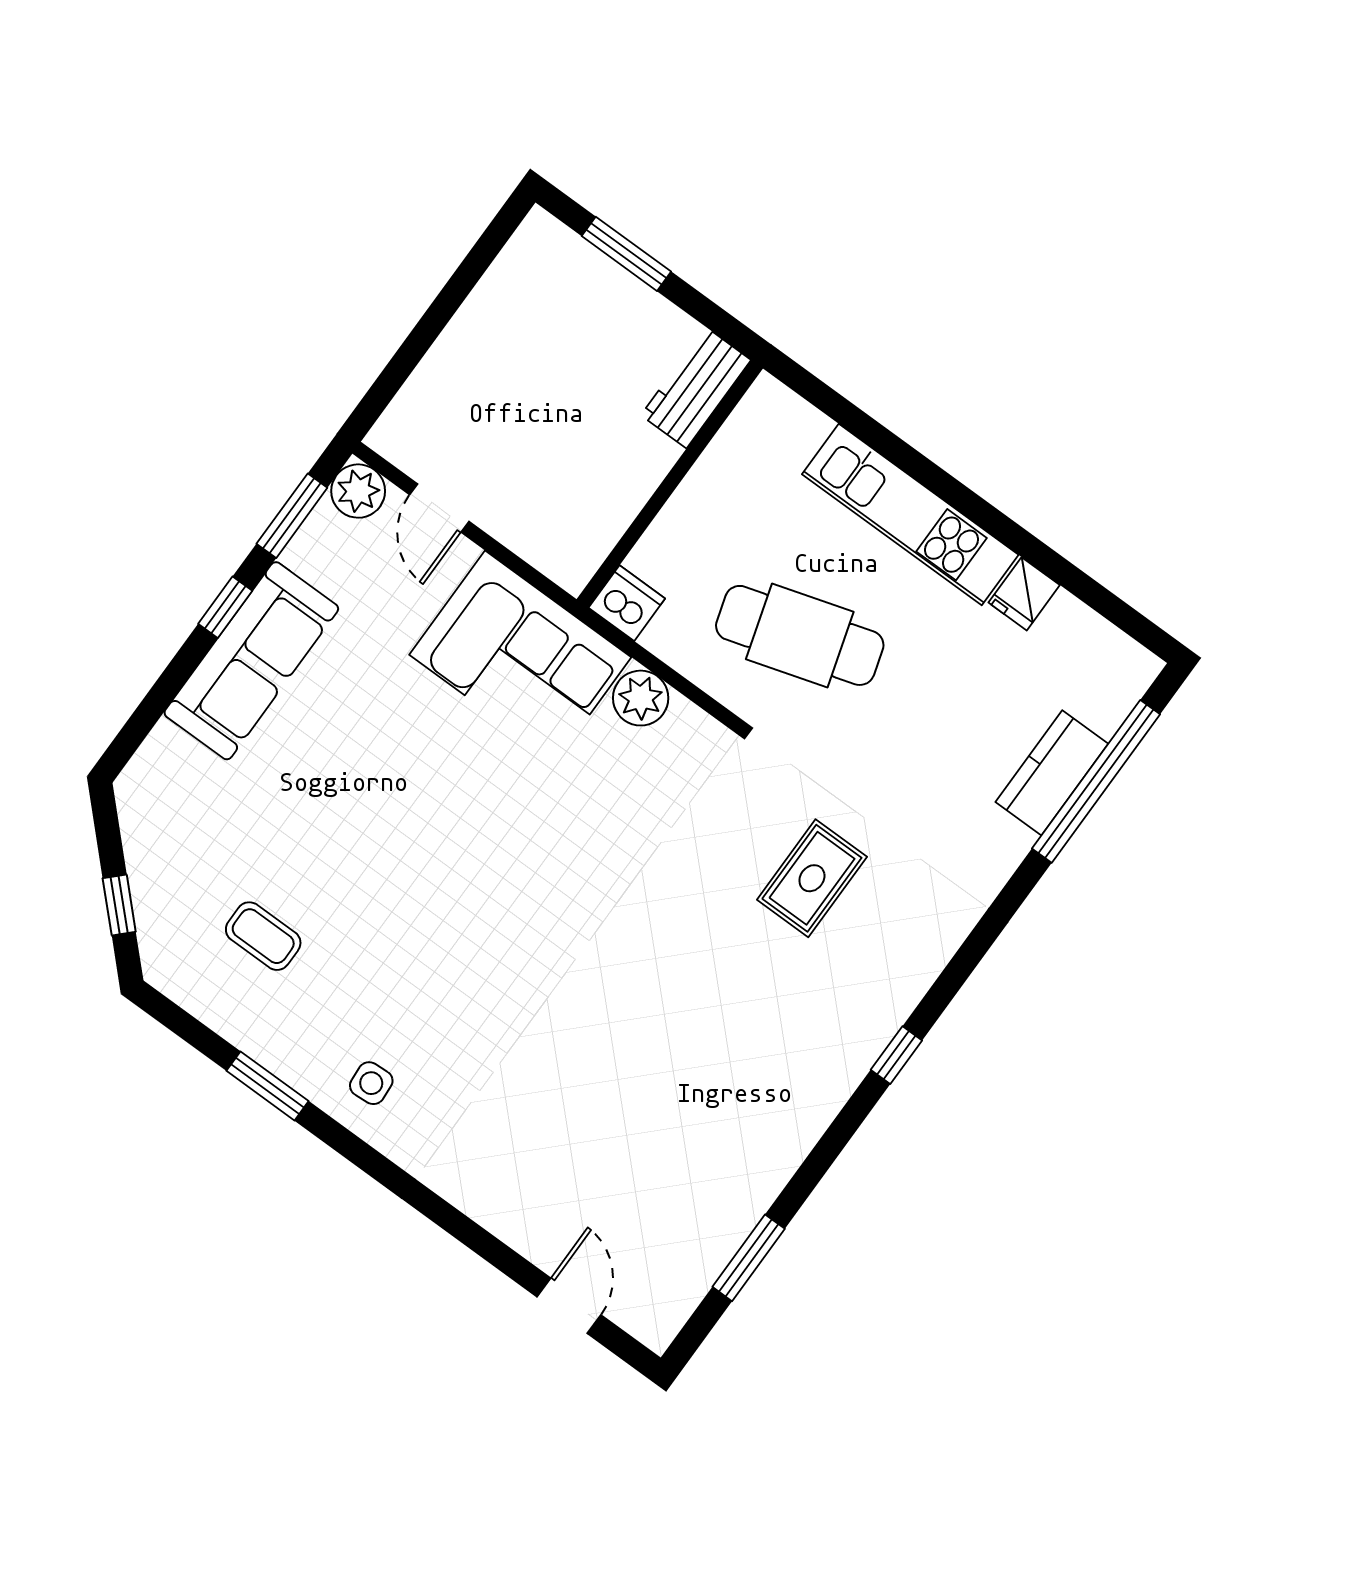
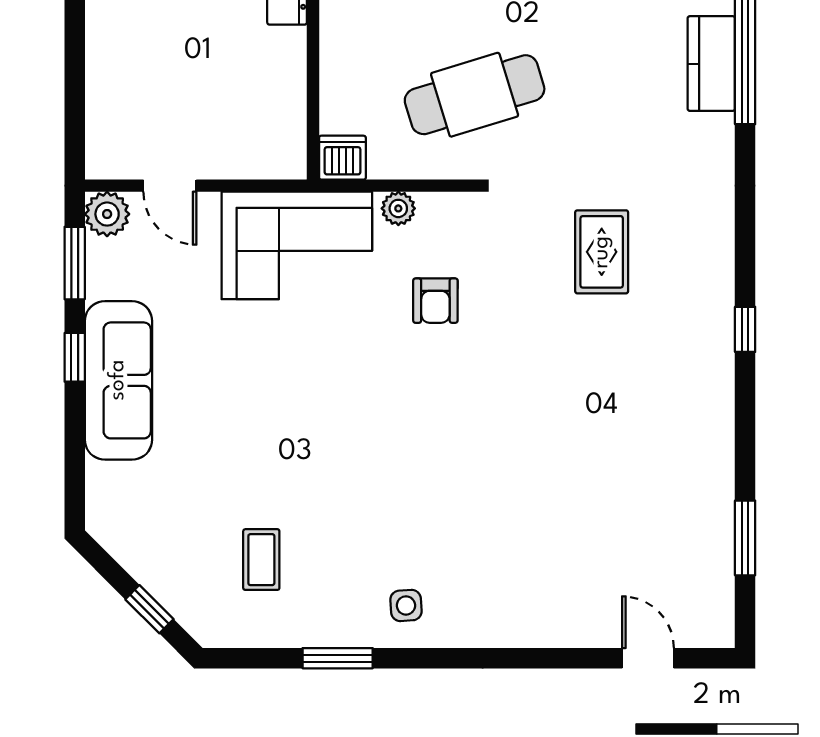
plant: (641, 698) -> (398, 208), width x0.73, depth x0.73
armchair: (616, 808) -> (435, 301), added
coffee table: (263, 936) -> (261, 560), turned 90

